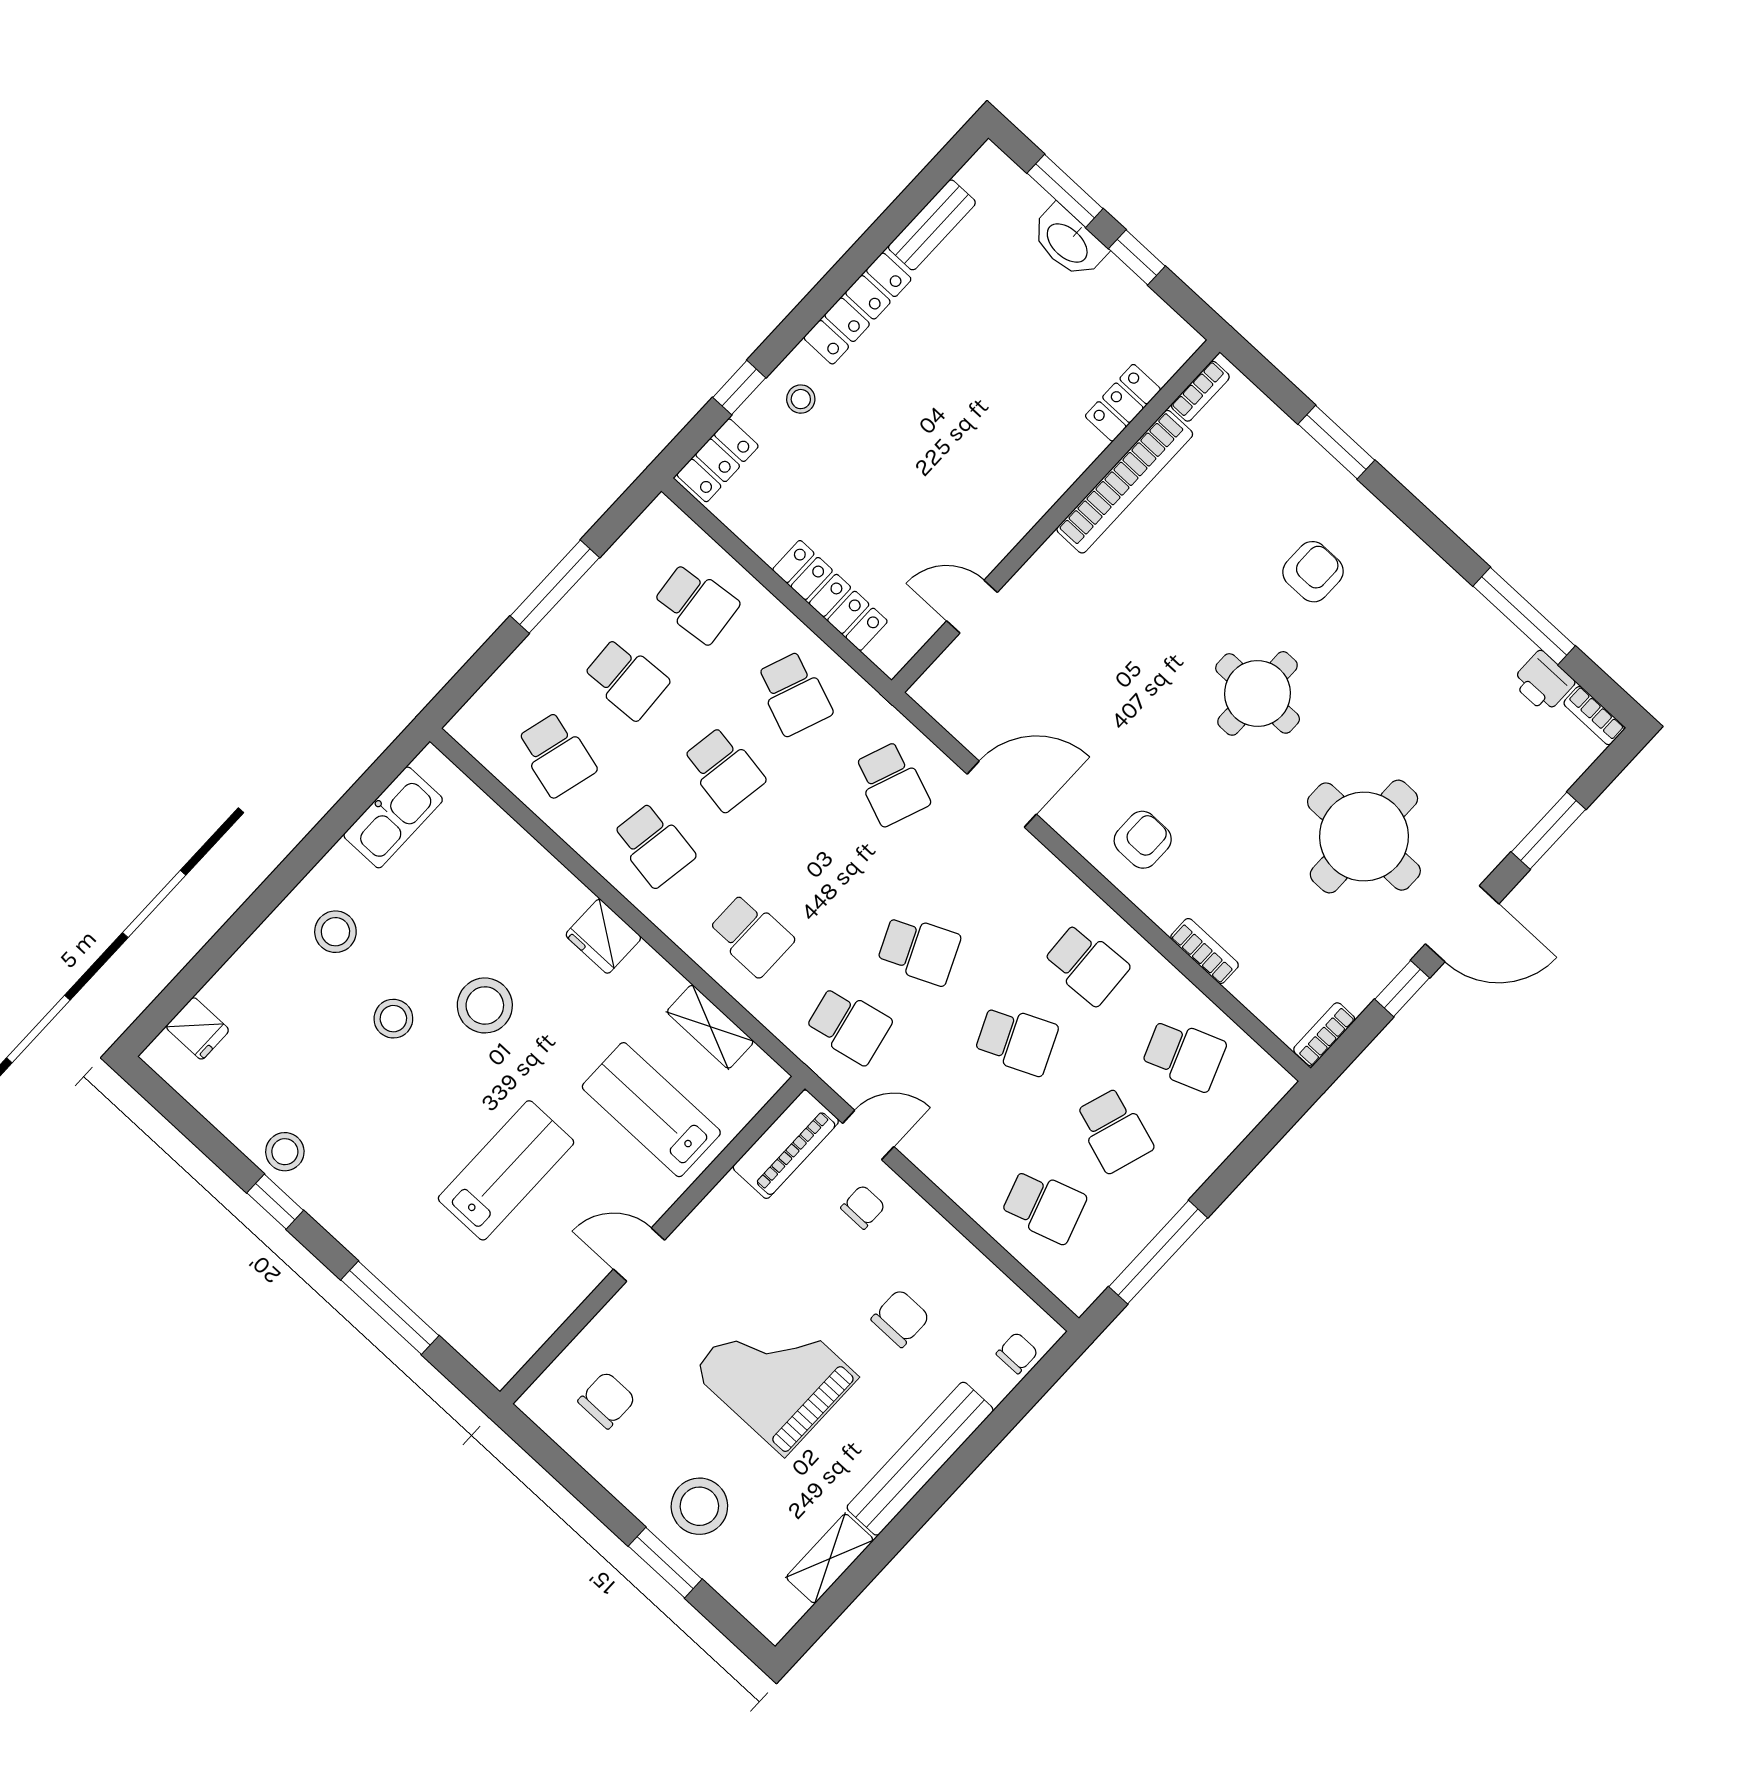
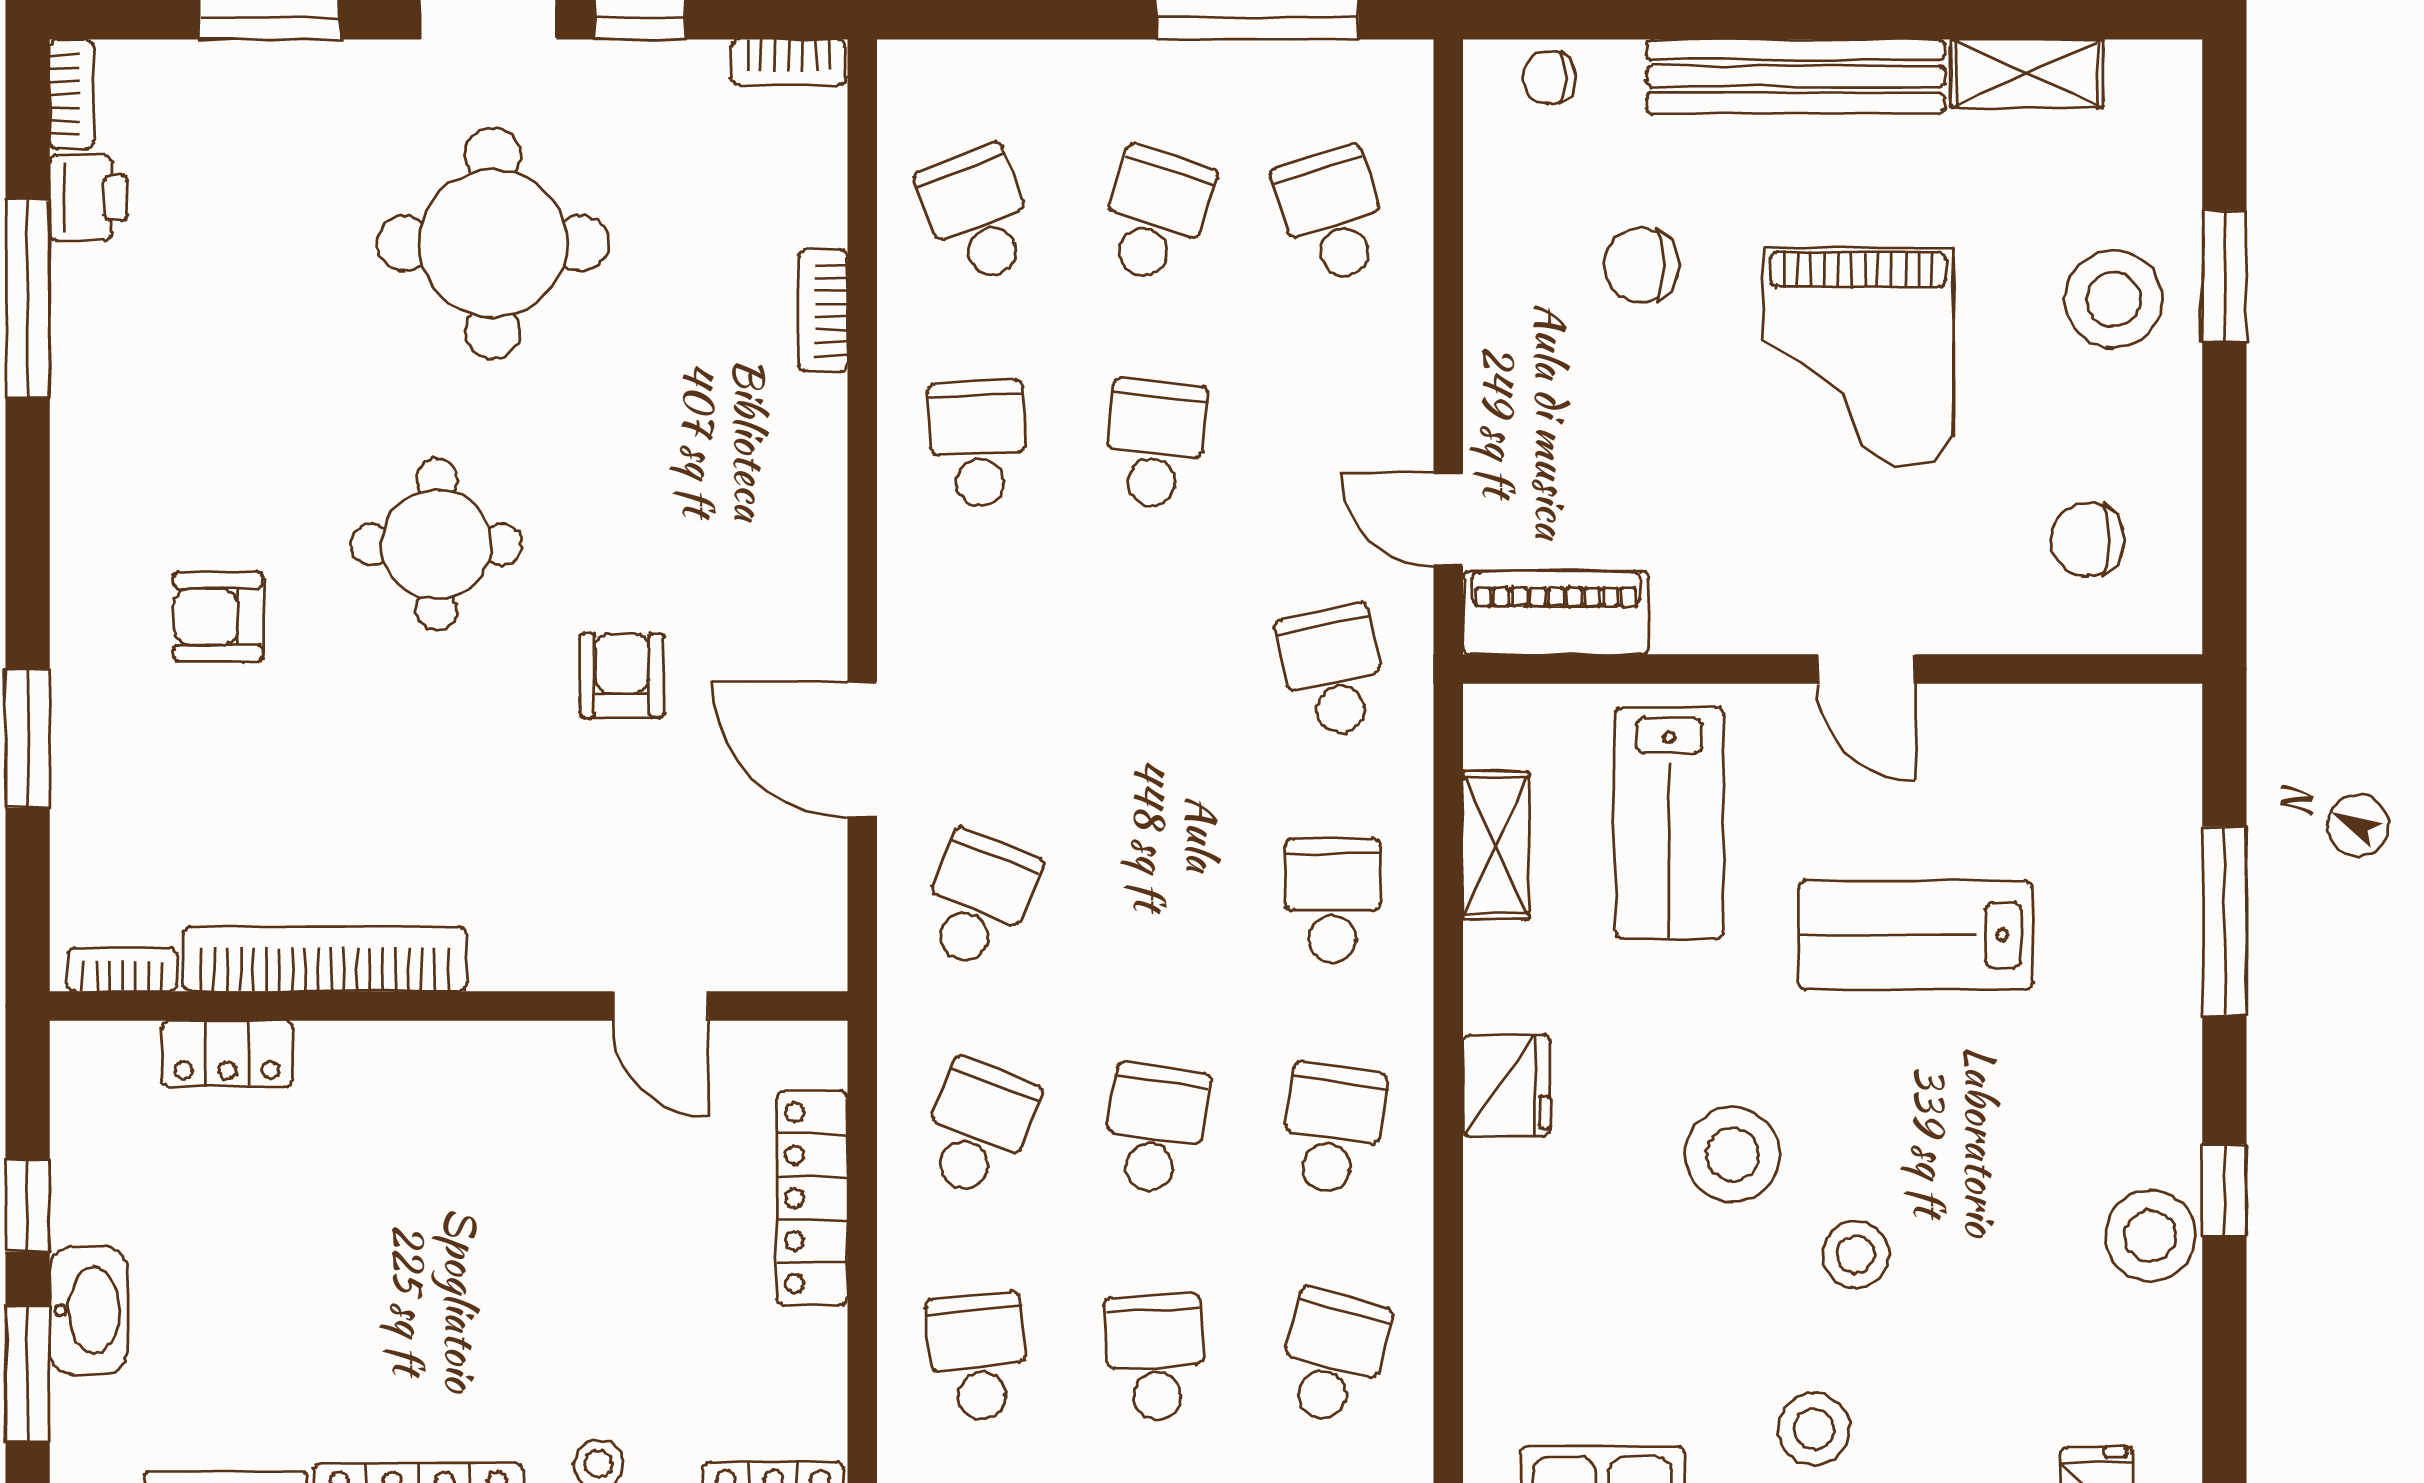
armchair: (1143, 840) -> (622, 675), moved, turned 90
school desk: (919, 950) -> (1155, 672), removed
school desk: (1016, 1040) -> (1155, 444), turned 30
stool: (285, 1152) -> (2150, 1236), width x1.38, depth x1.38
chair: (863, 1207) -> (1545, 442), removed

